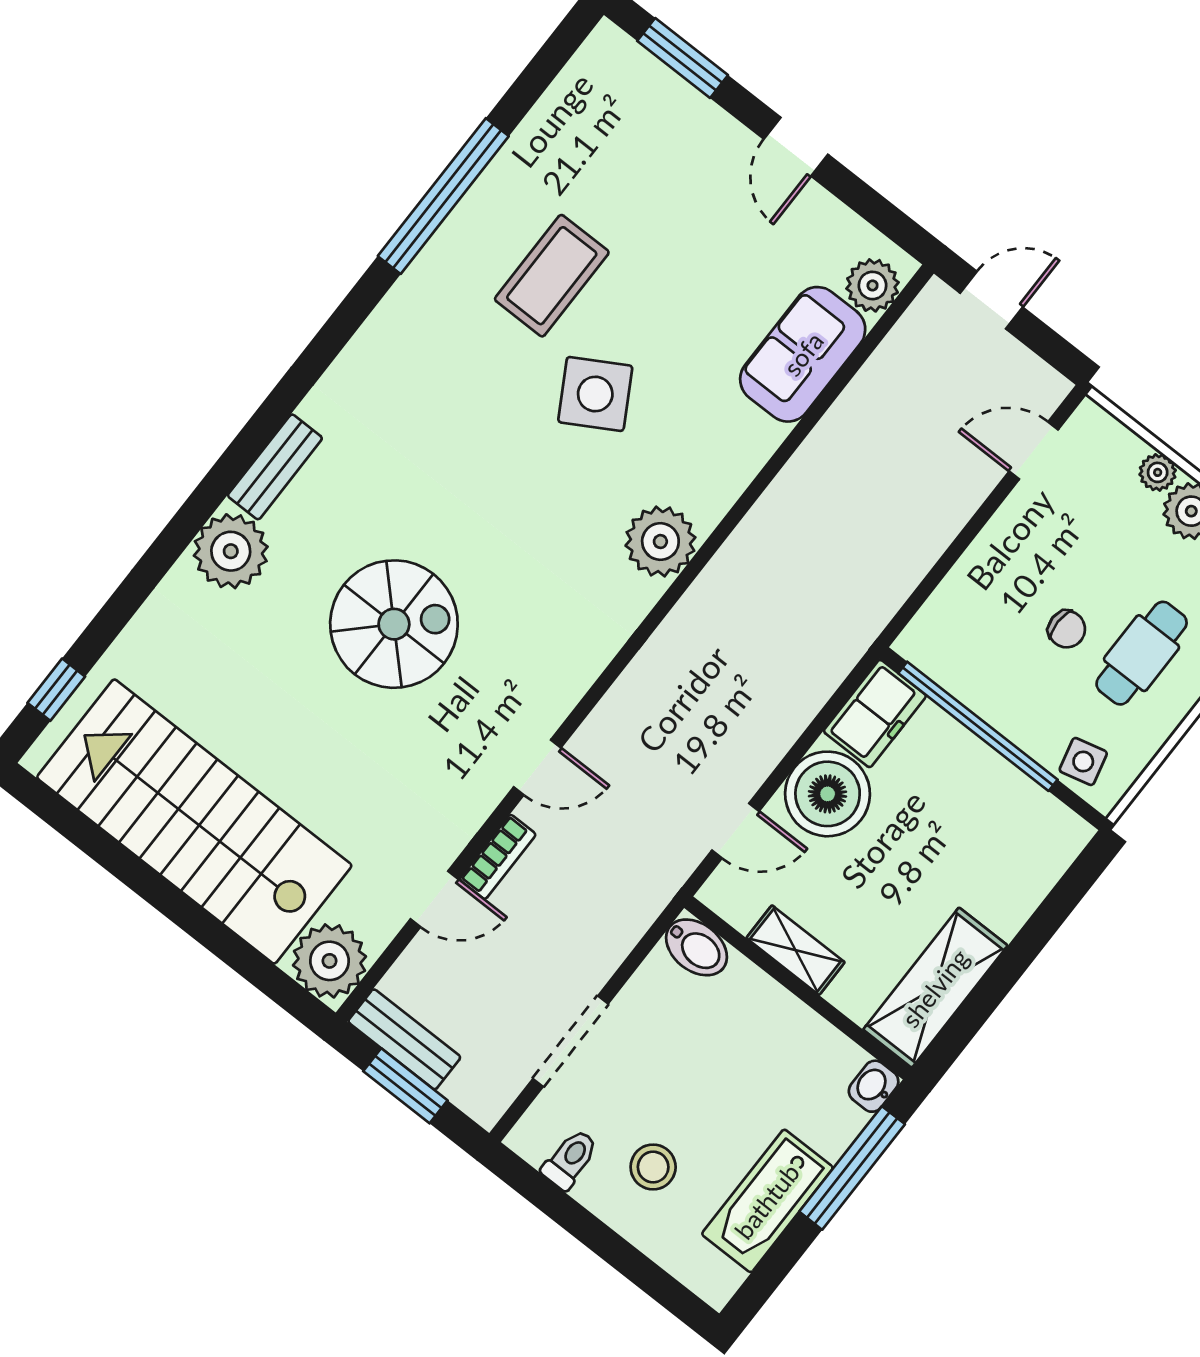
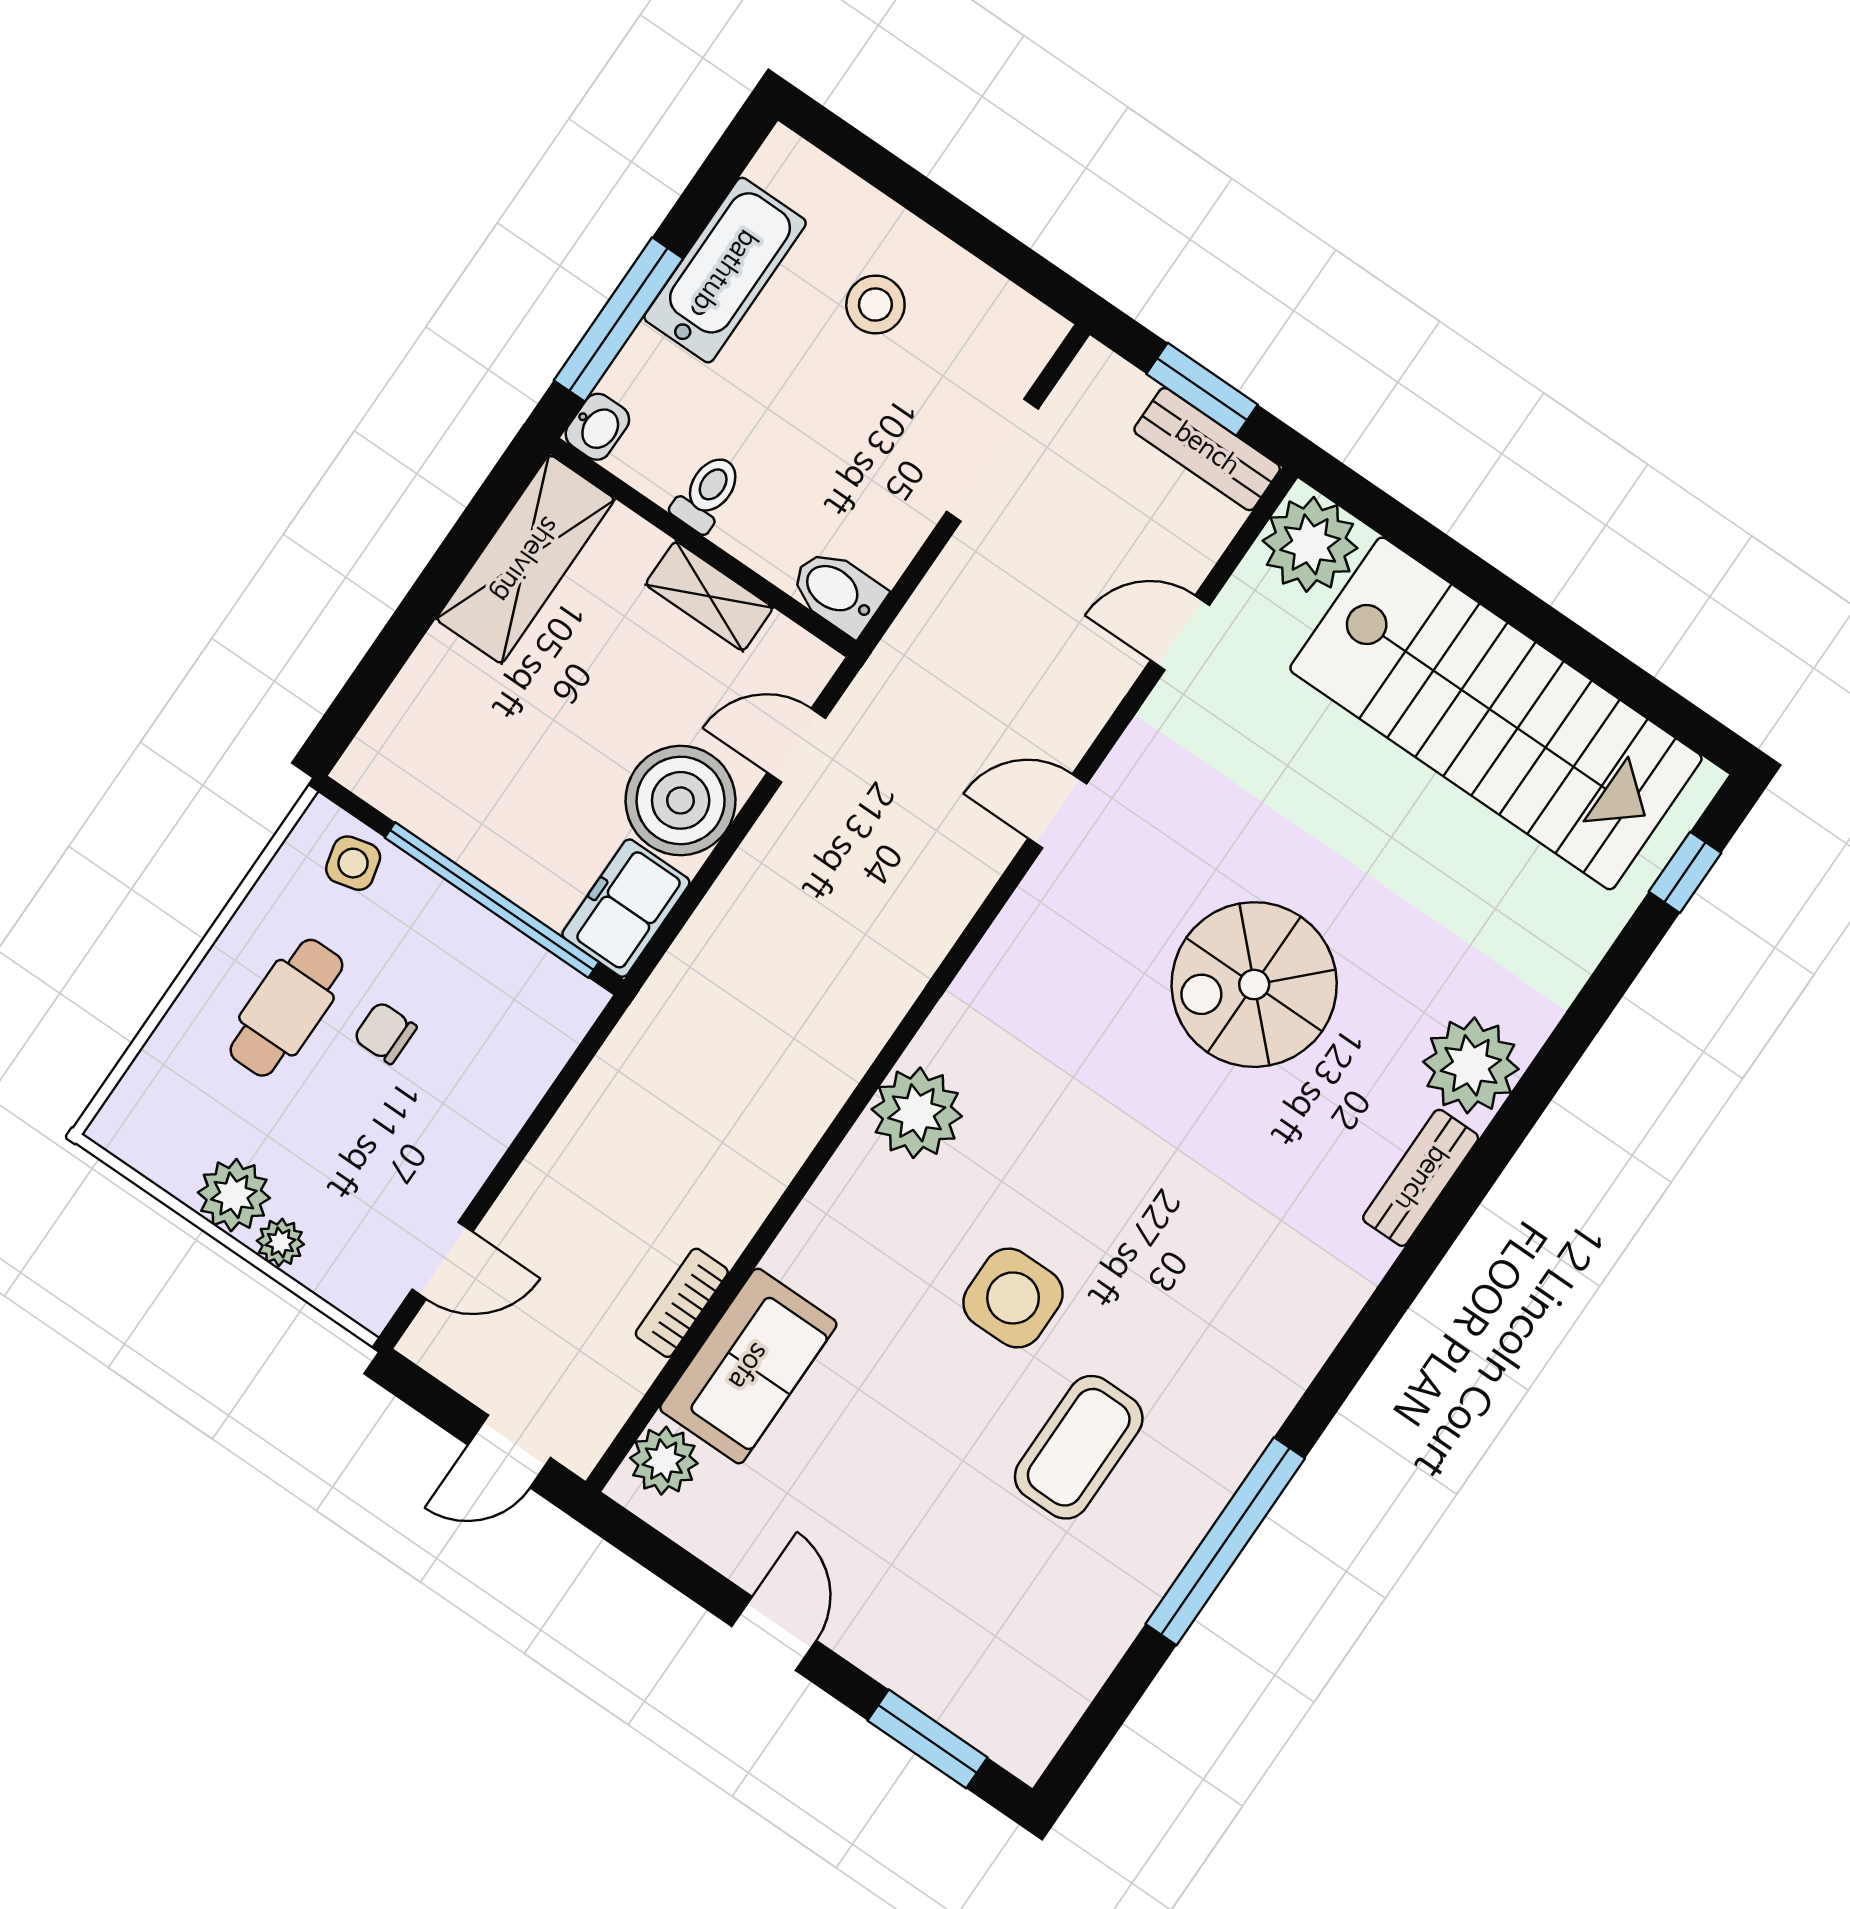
side table: (595, 394) -> (1013, 1298), turned 30
bookcase: (498, 857) -> (682, 1303), moved
toilet: (570, 1159) -> (707, 493), moved, turned 180

